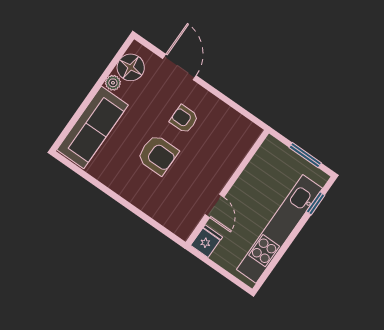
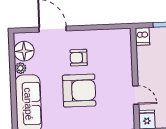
dishwasher: (270, 148) -> (142, 36), added
armchair: (158, 155) -> (79, 91), width x1.36, depth x1.36

